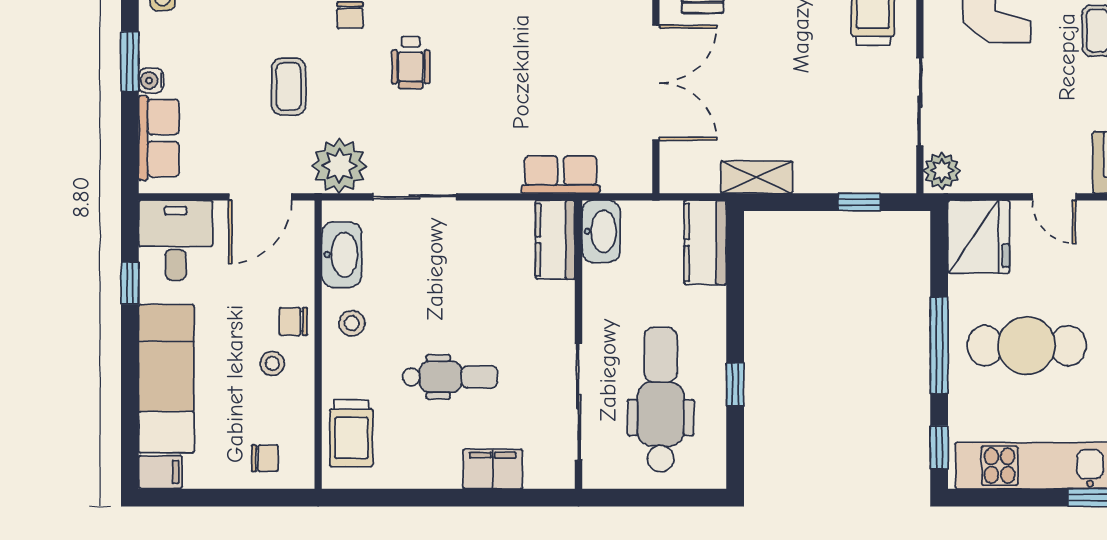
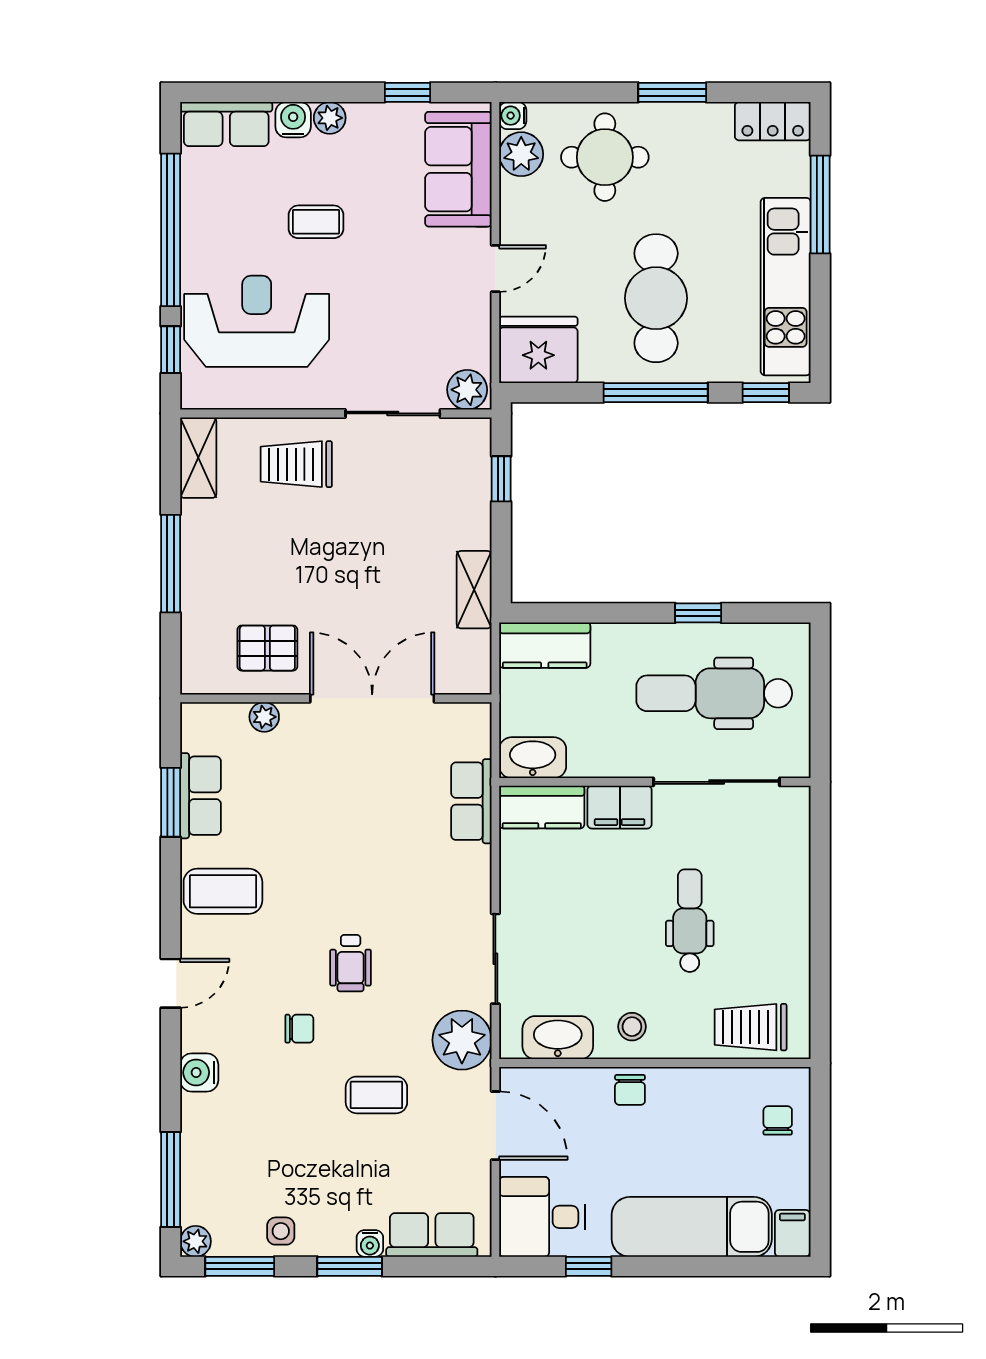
wheelchair: (411, 63) -> (351, 963), turned 90
stool: (272, 363) -> (675, 1112), removed
trolley: (351, 433) -> (751, 1027), turned 180
filing cabinet: (493, 469) -> (620, 807), moved, turned -90

